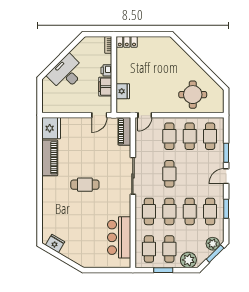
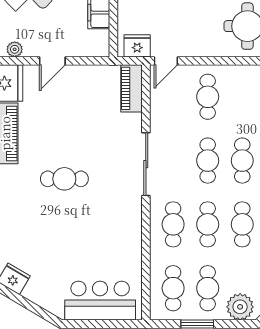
fridge: (123, 91) -> (137, 46), moved, turned -90
plant: (56, 108) -> (15, 49), added
door: (99, 115) -> (52, 61), moved
cafe table: (190, 136) -> (242, 161), moved
bar counter: (119, 237) -> (100, 301), moved, turned 90

